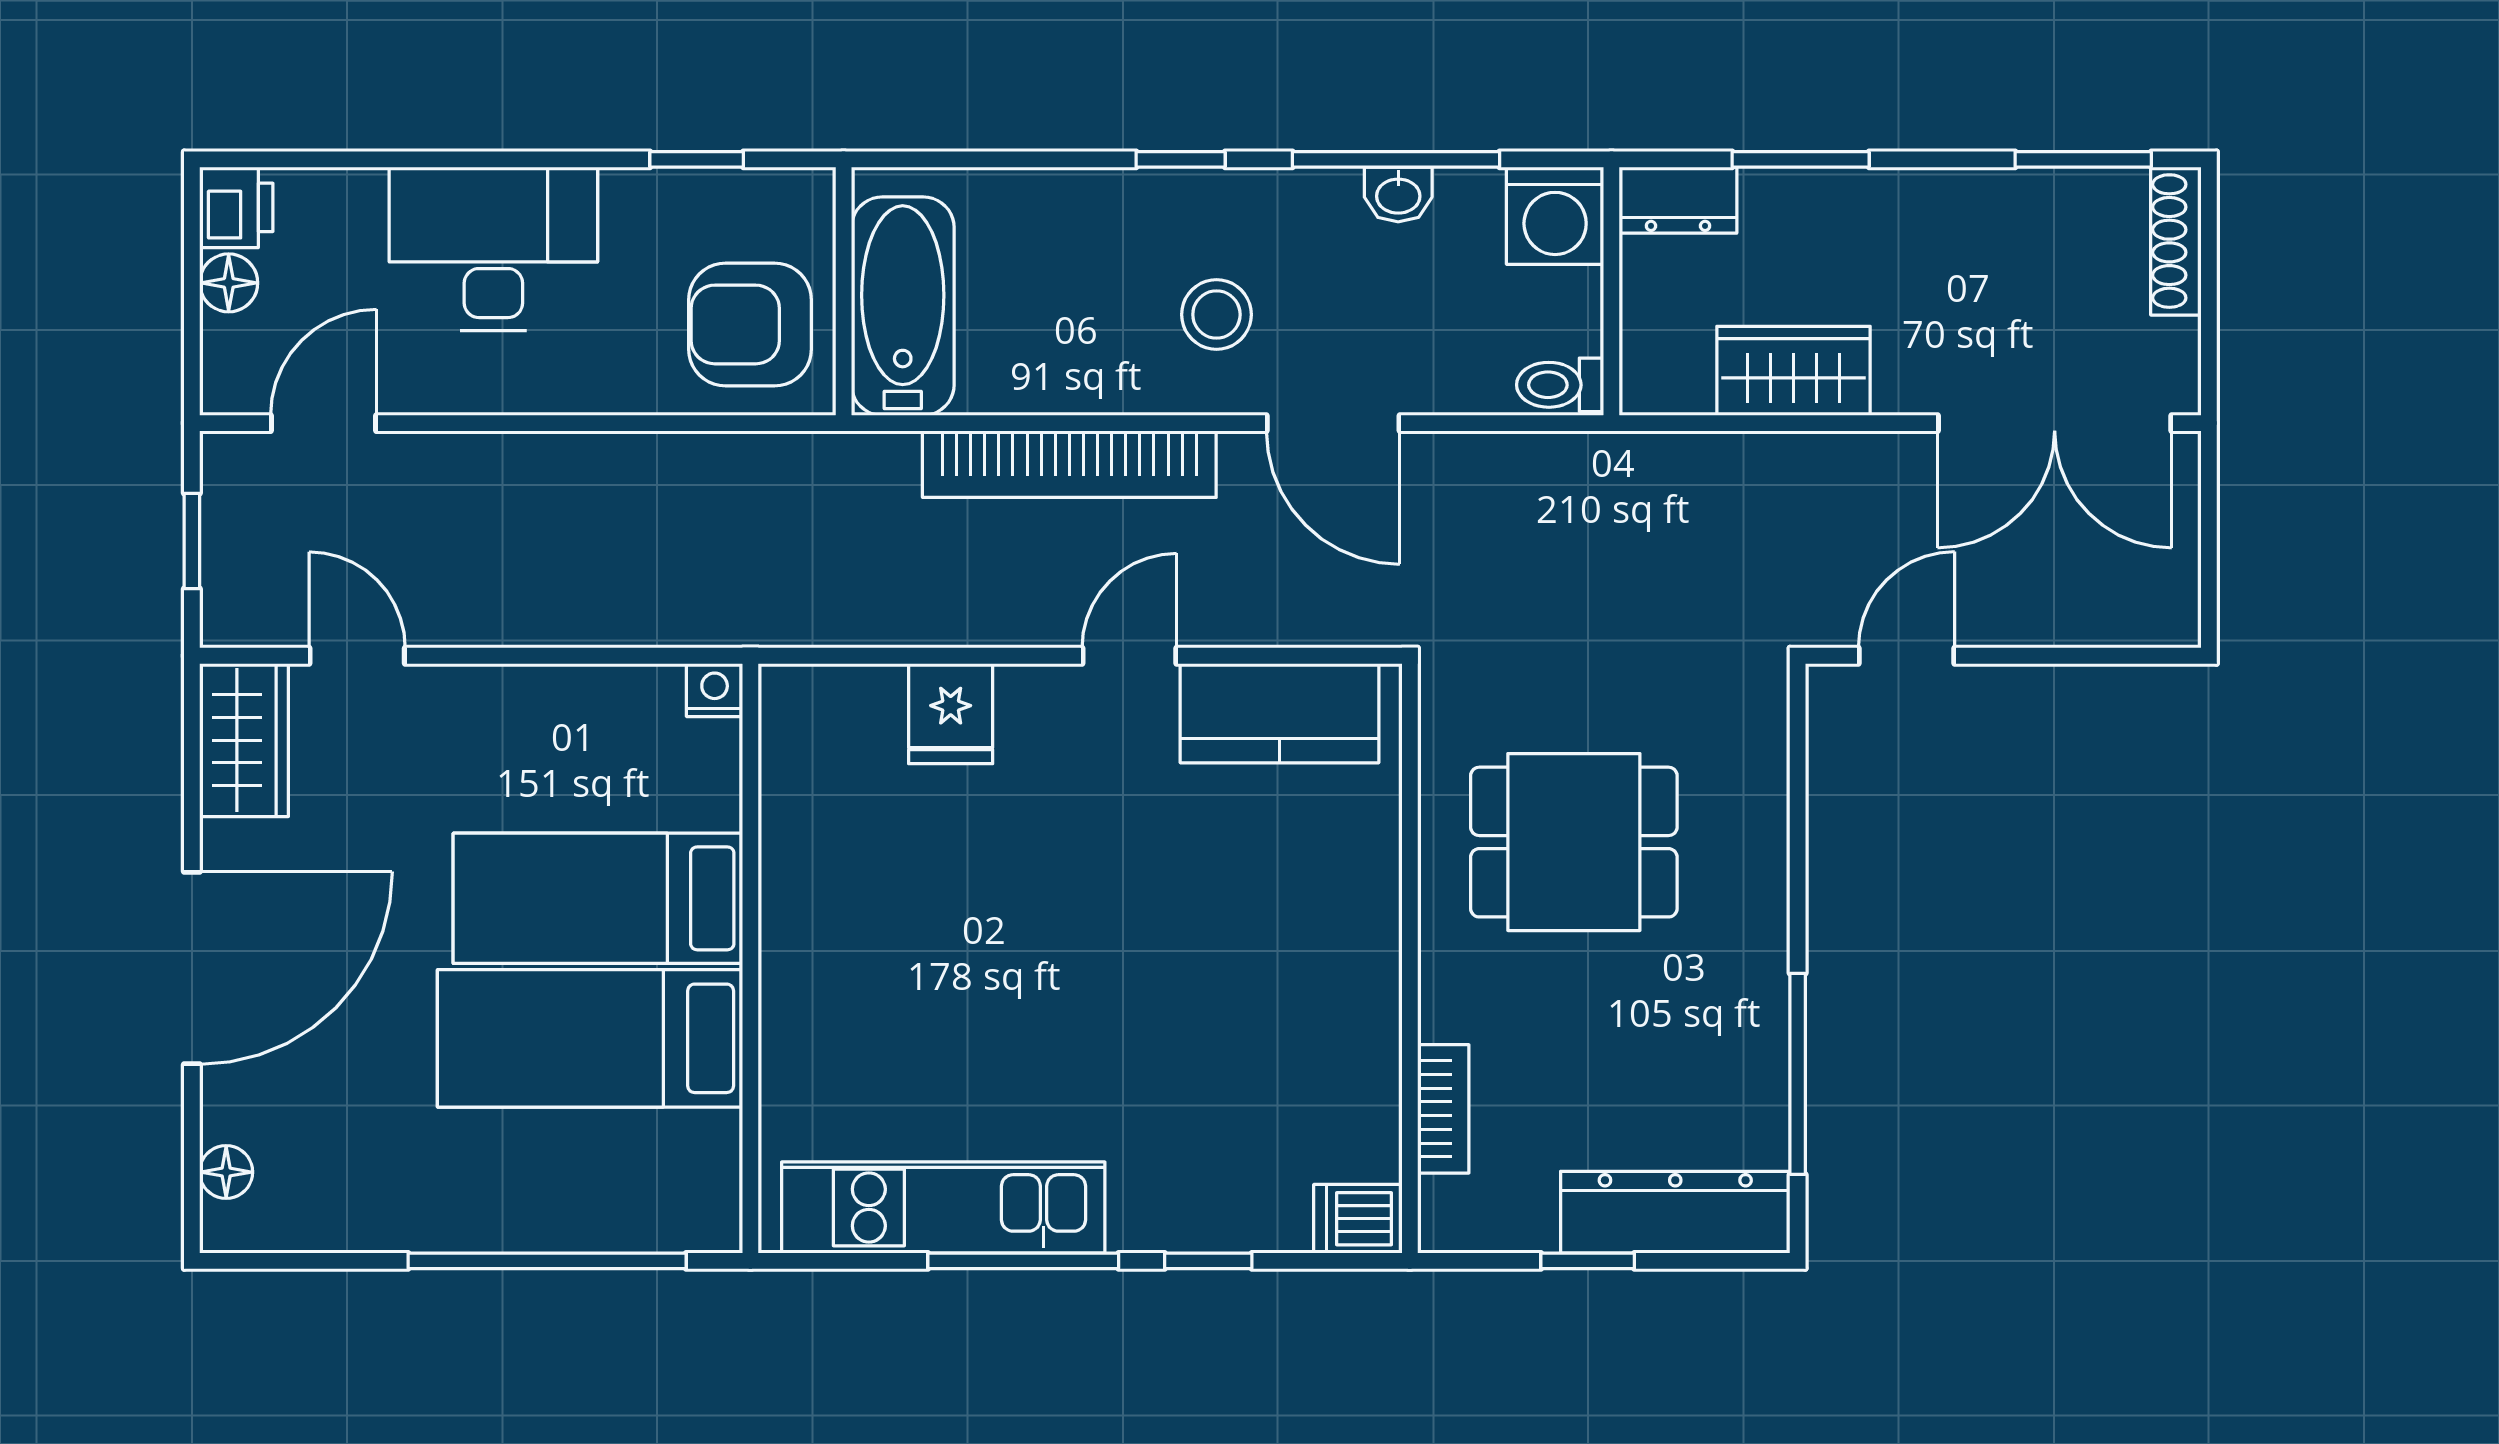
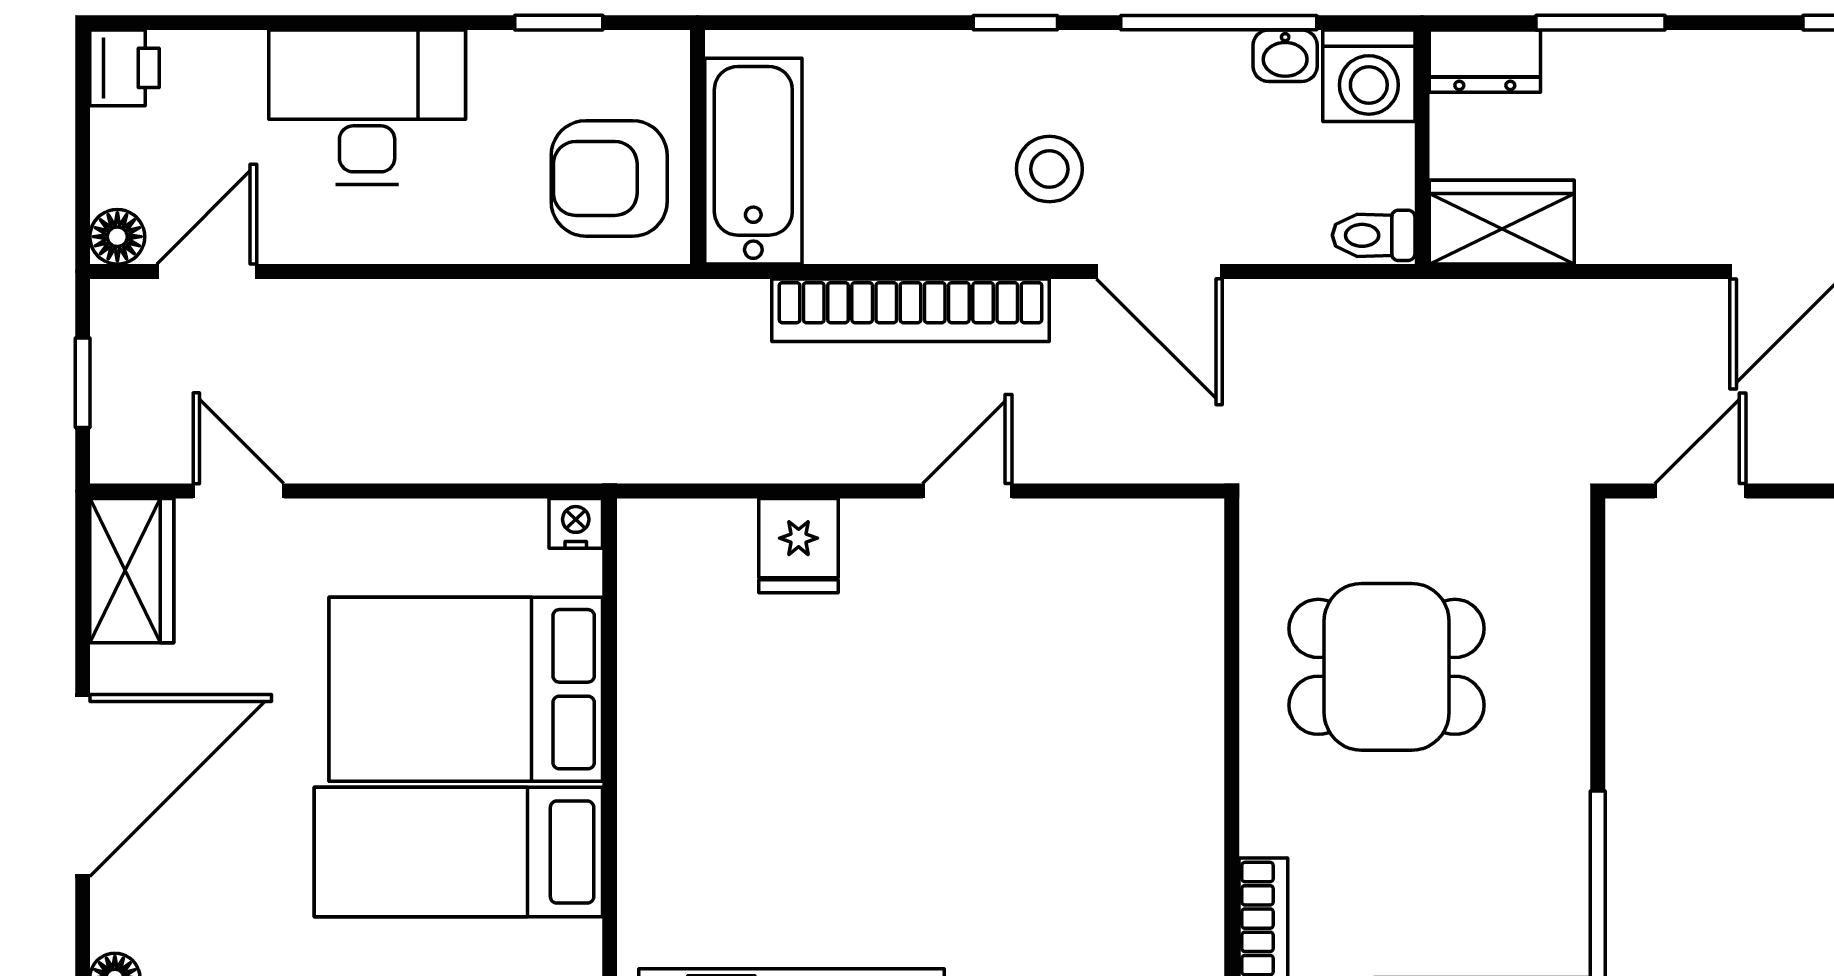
washbasin: (1398, 194) -> (1285, 56), moved
floor lamp: (229, 283) -> (117, 237), moved
wardrobe: (1793, 371) -> (1502, 222), moved
kitchen counter: (1279, 713) -> (1109, 545), removed
bed: (598, 898) -> (466, 689), width x1.50

